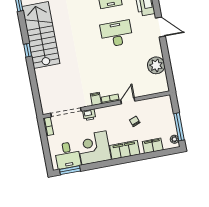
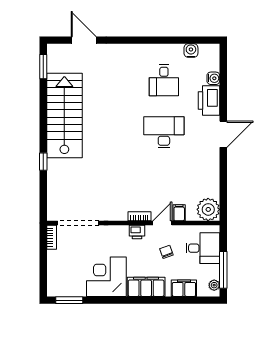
door: (160, 27) -> (223, 134), hinge flipped
window: (28, 50) -> (43, 162), moved
plant: (156, 65) -> (208, 209), moved
filing cabinet: (96, 99) -> (179, 213), moved
printer: (89, 115) -> (137, 232), moved
desk: (68, 155) -> (203, 248), moved, turned -90

